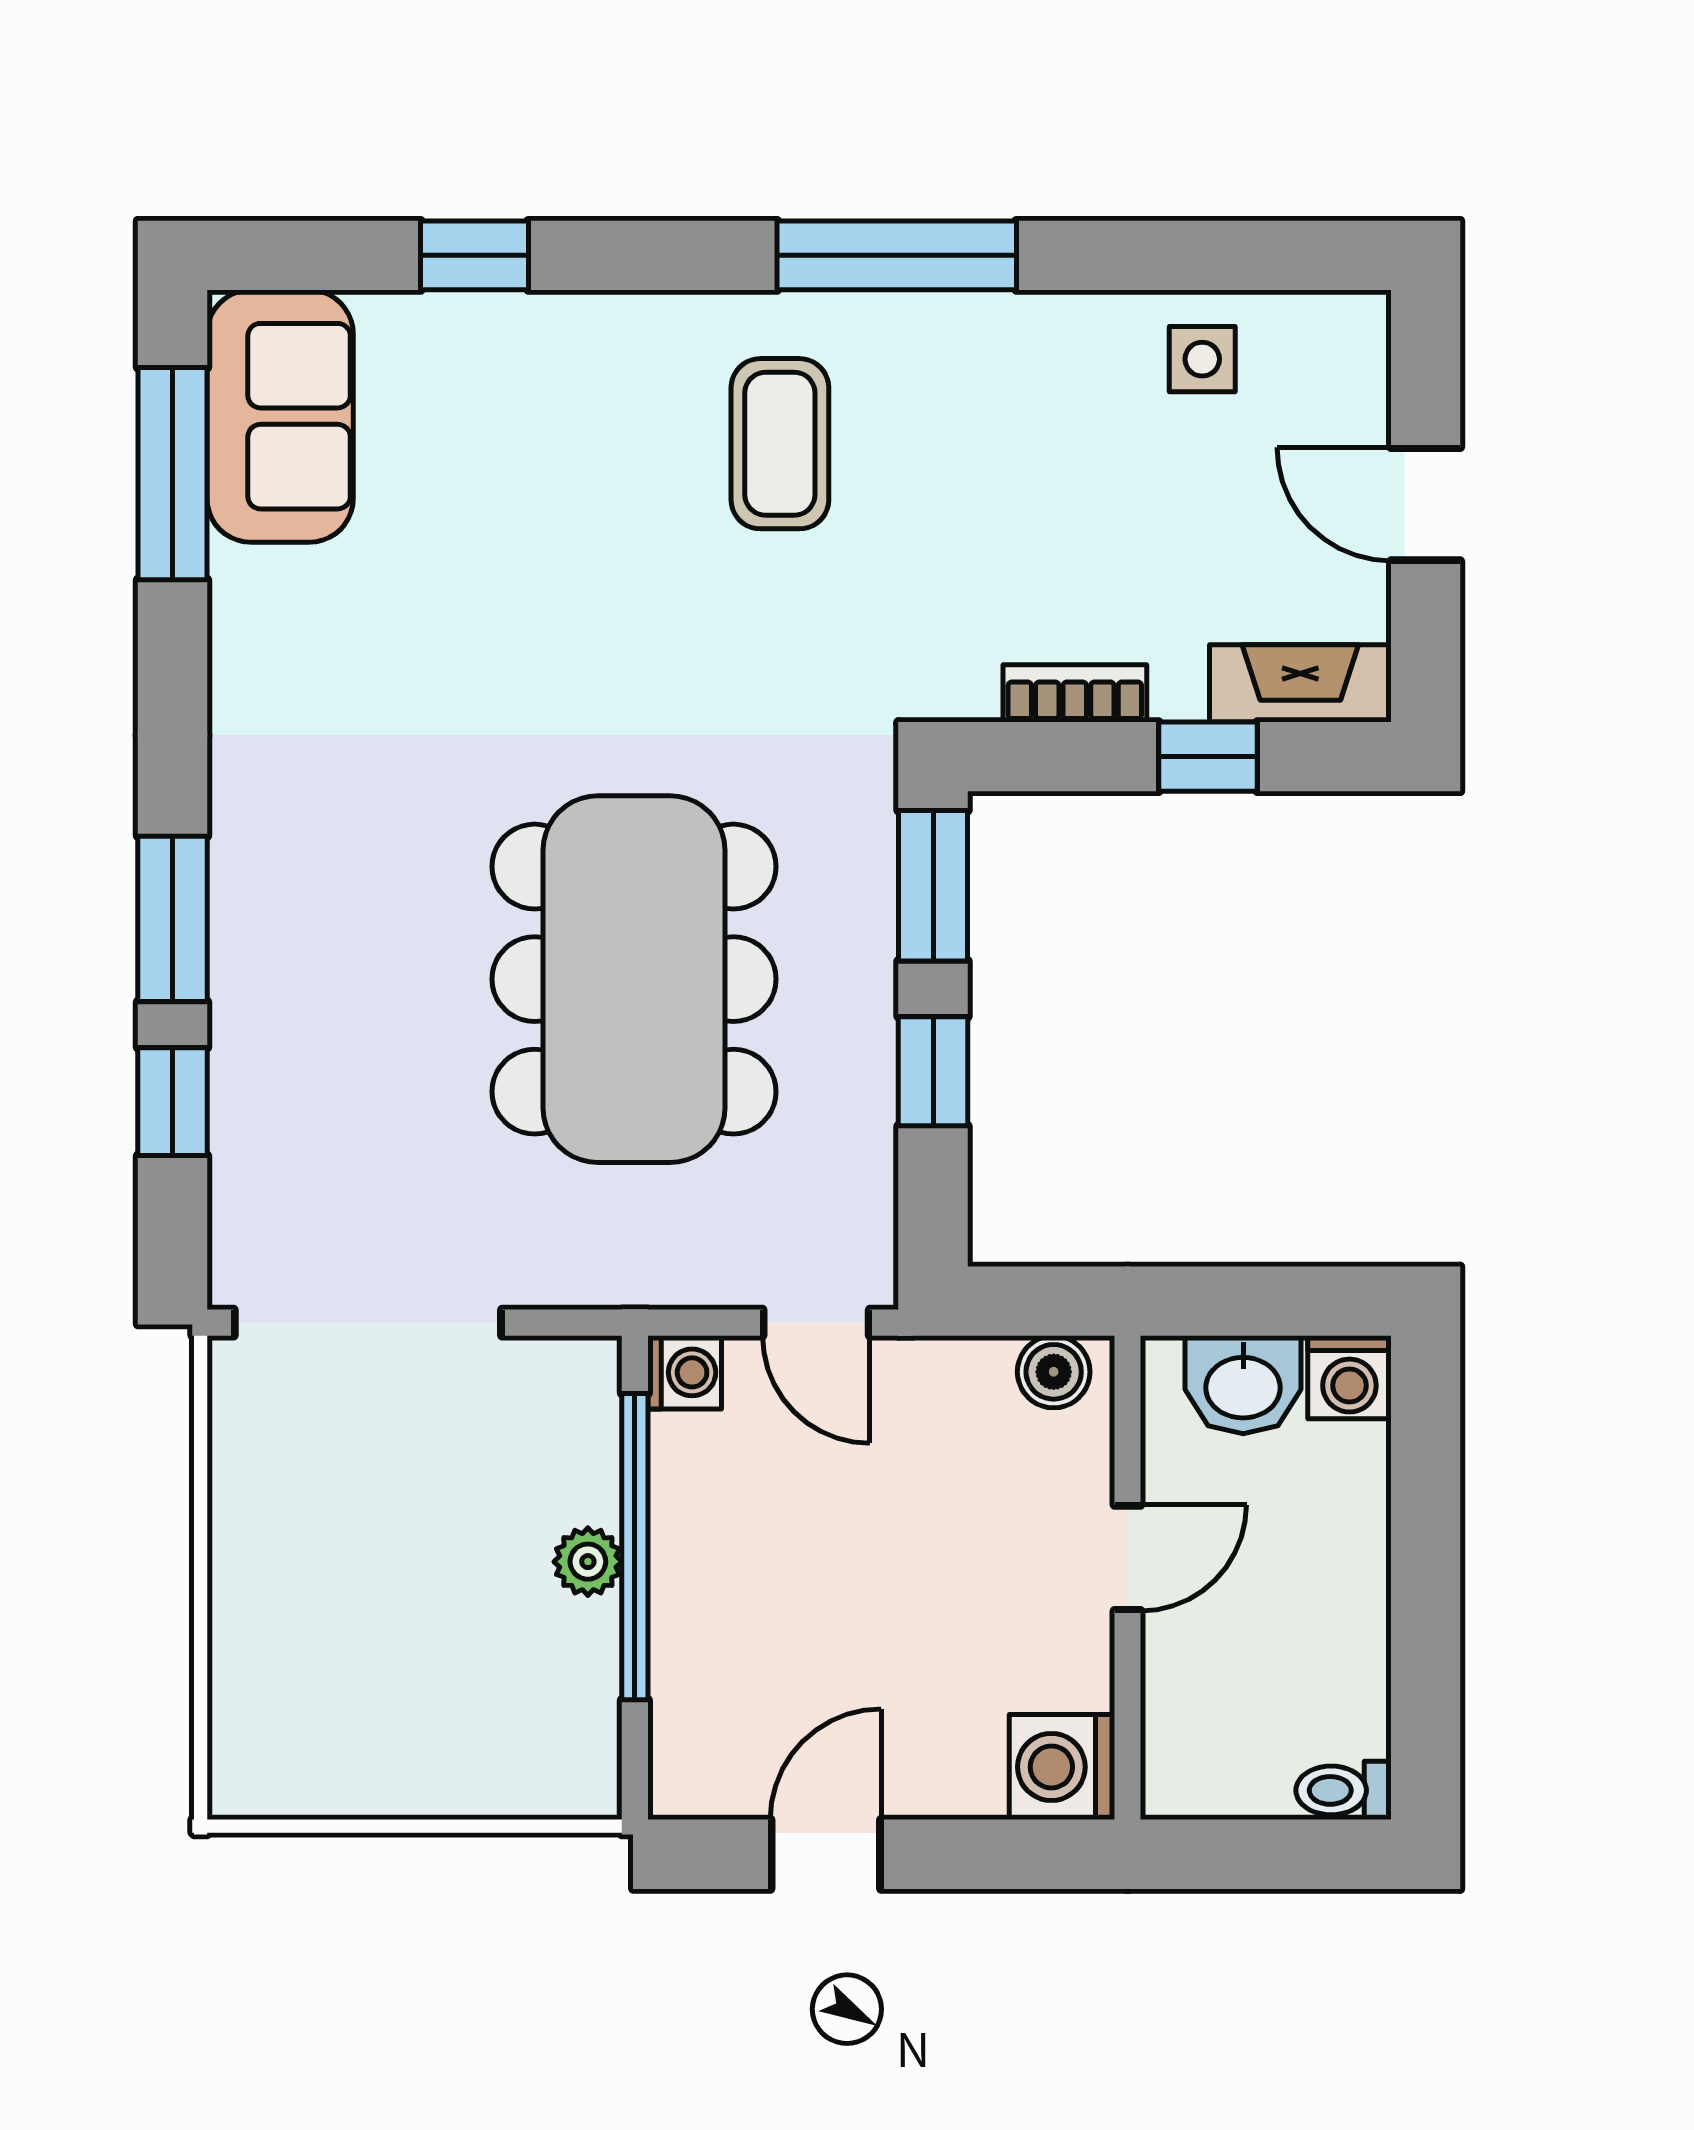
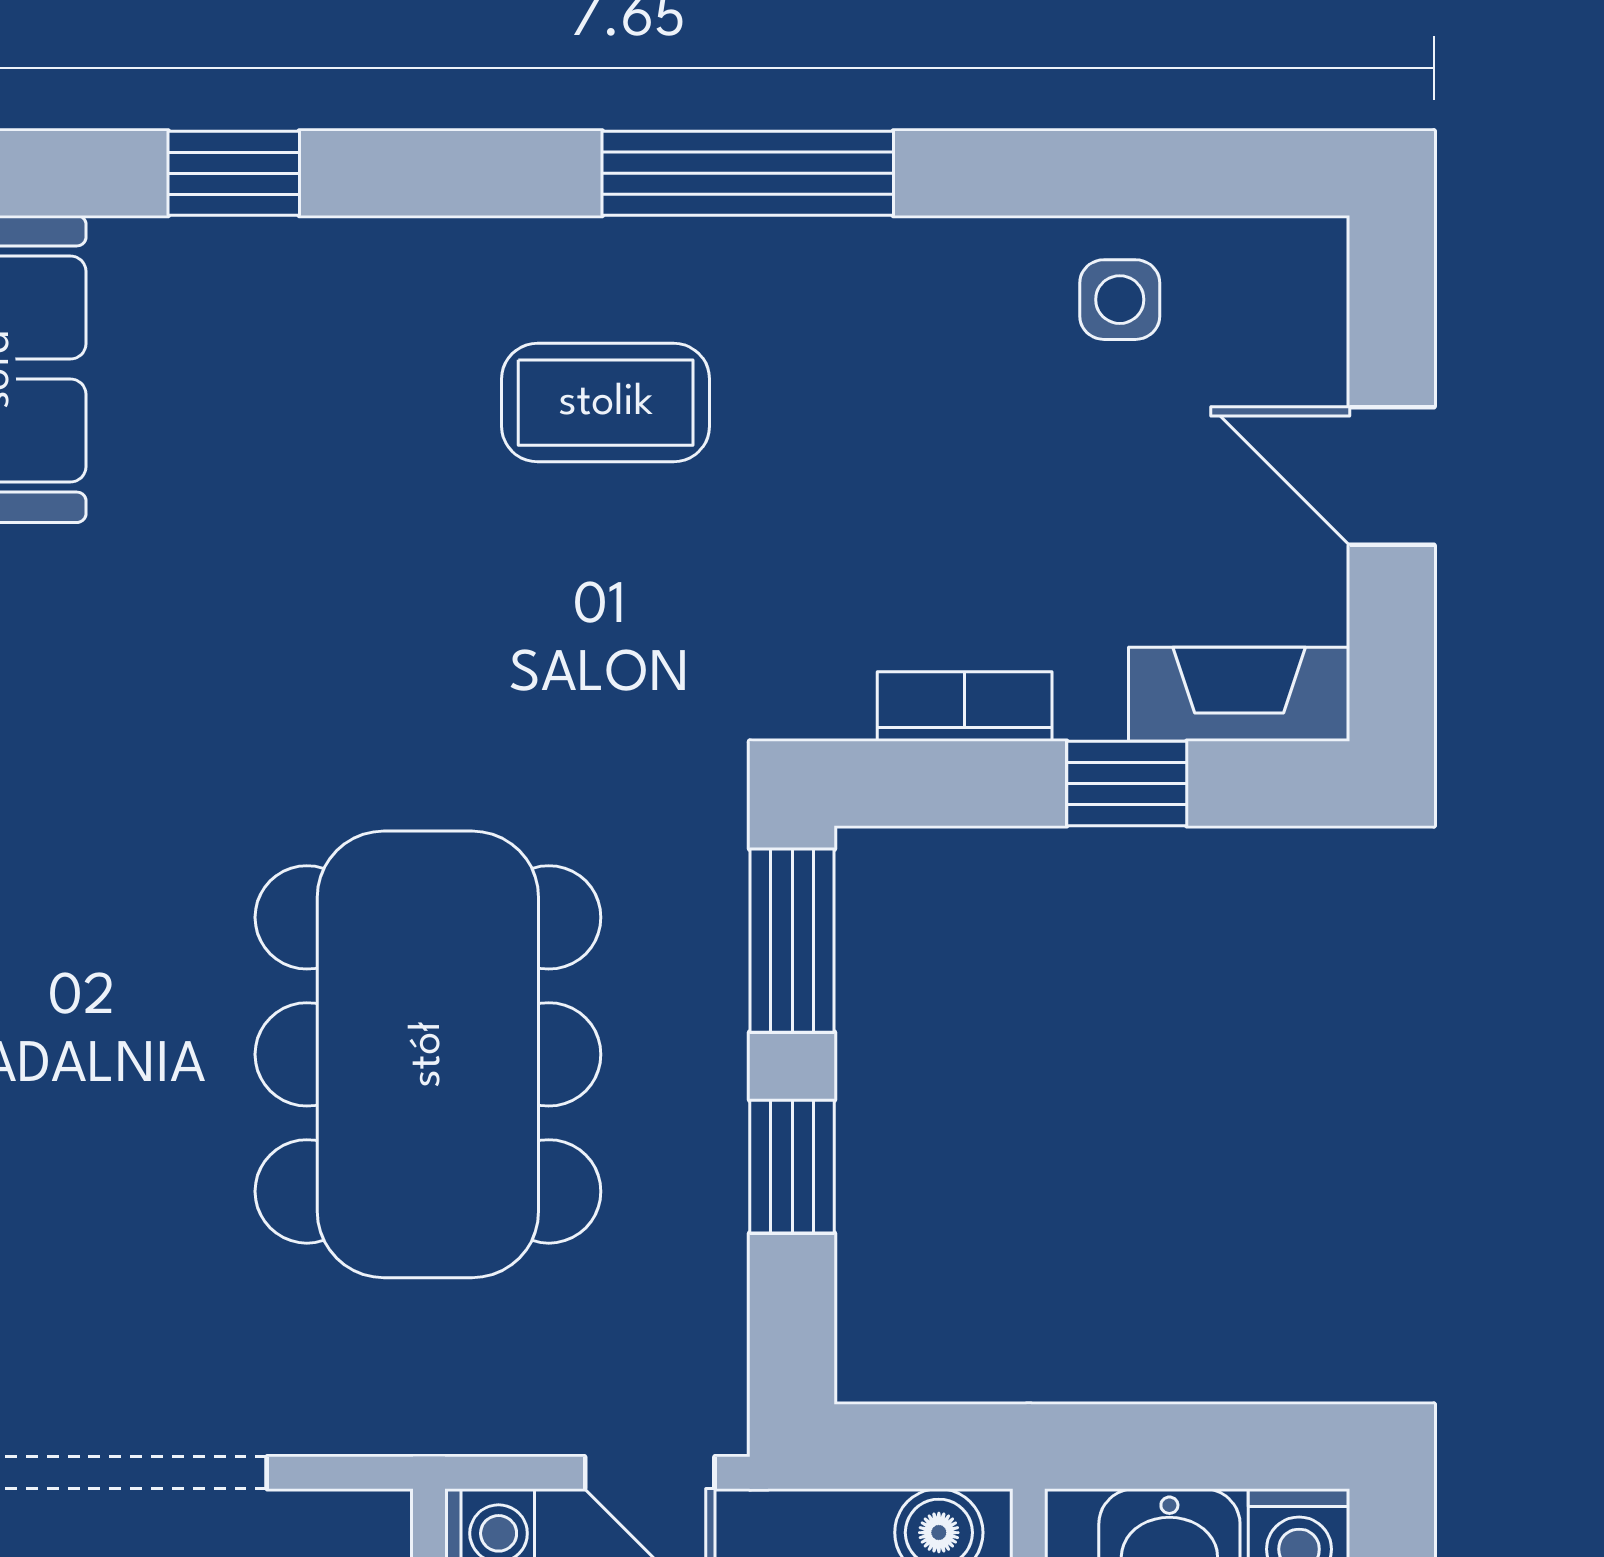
coffee table: (780, 444) -> (606, 403), turned 90

